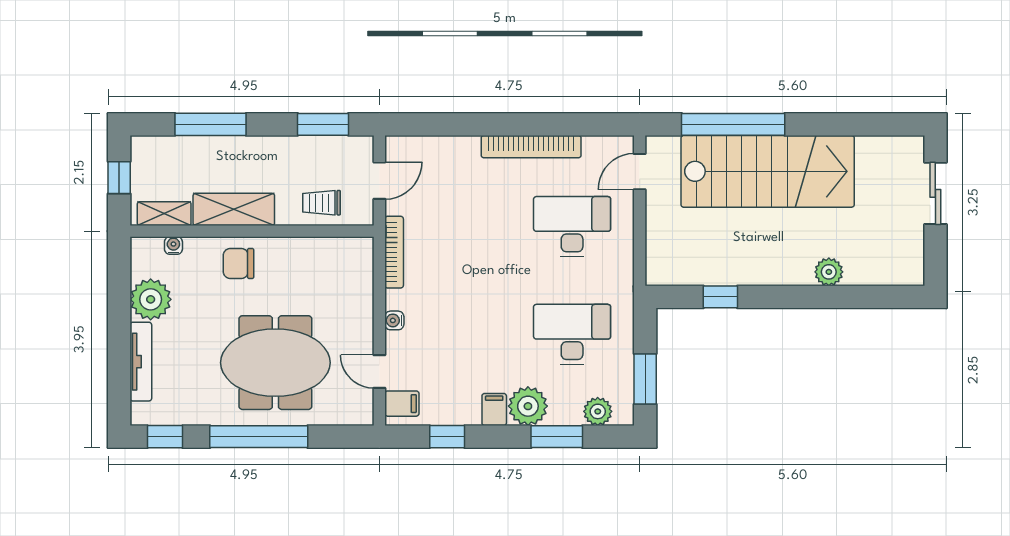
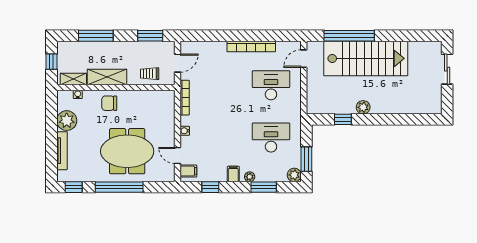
plant: (829, 272) -> (363, 107), moved
plant: (528, 406) -> (250, 177), width x0.53, depth x0.53
plant: (598, 411) -> (294, 175), moved

